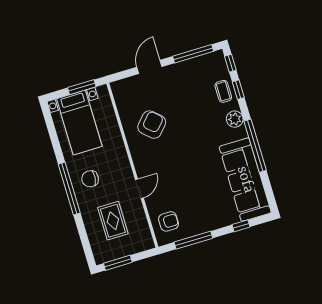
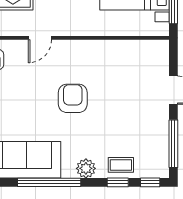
armchair: (152, 125) -> (73, 98), moved, turned -132
door: (139, 189) -> (40, 38), hinge flipped

